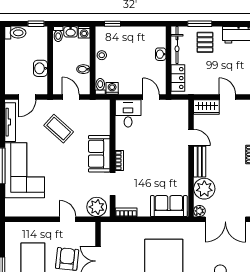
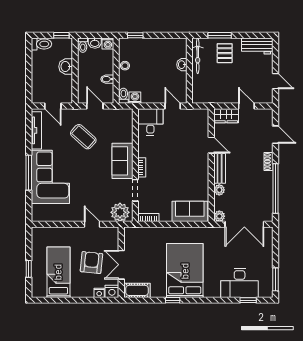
washbasin: (40, 68) -> (66, 67), moved
locker: (178, 78) -> (199, 88), removed
door: (27, 97) -> (53, 106), hinge flipped
plant: (204, 189) -> (219, 190), width x0.53, depth x0.53

